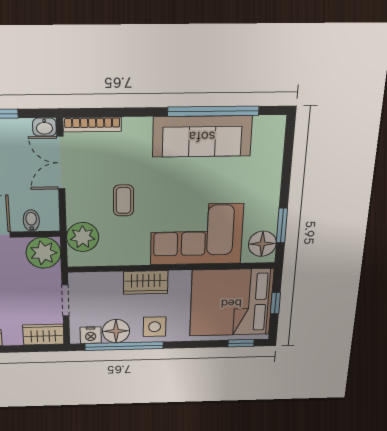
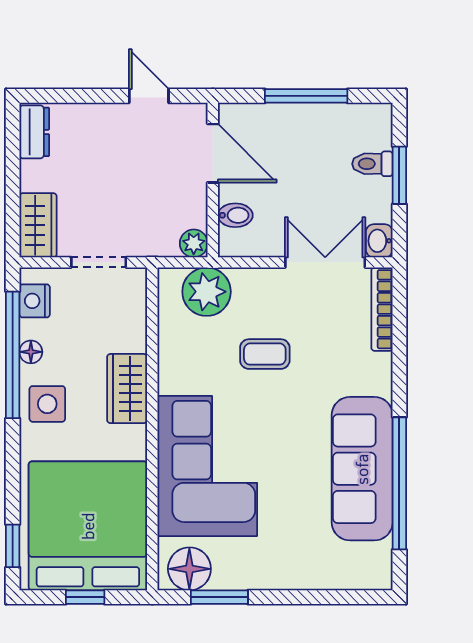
plant: (43, 253) -> (194, 243), width x0.53, depth x0.53
floor lamp: (116, 331) -> (31, 352), width x0.53, depth x0.53

